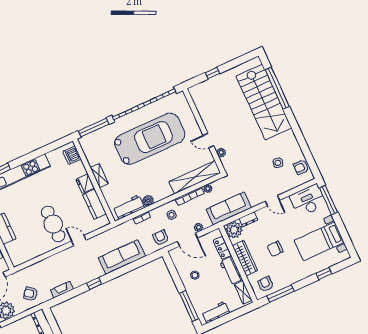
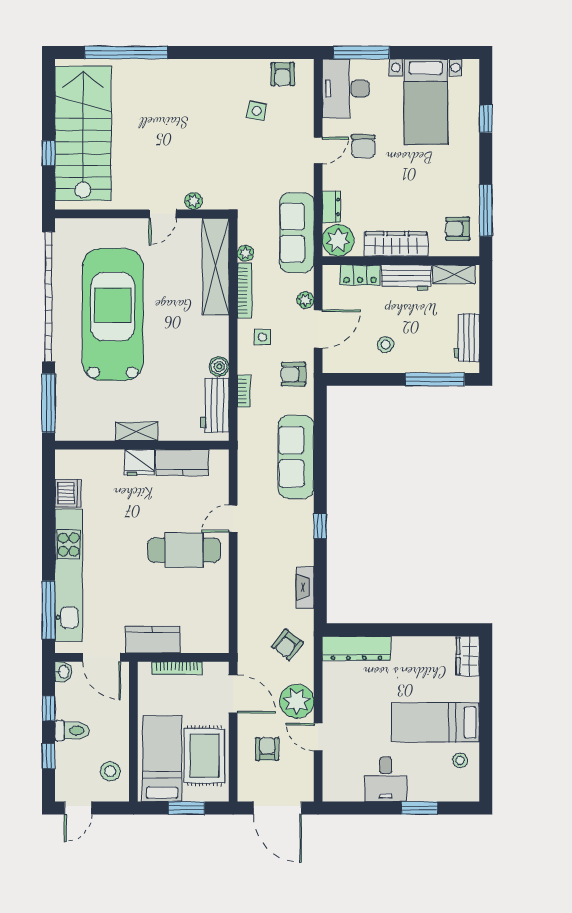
stairs: (264, 102) -> (83, 133), moved, turned -90
dishwasher: (72, 155) -> (68, 493), moved, turned -90
chair: (275, 249) -> (363, 146), moved

